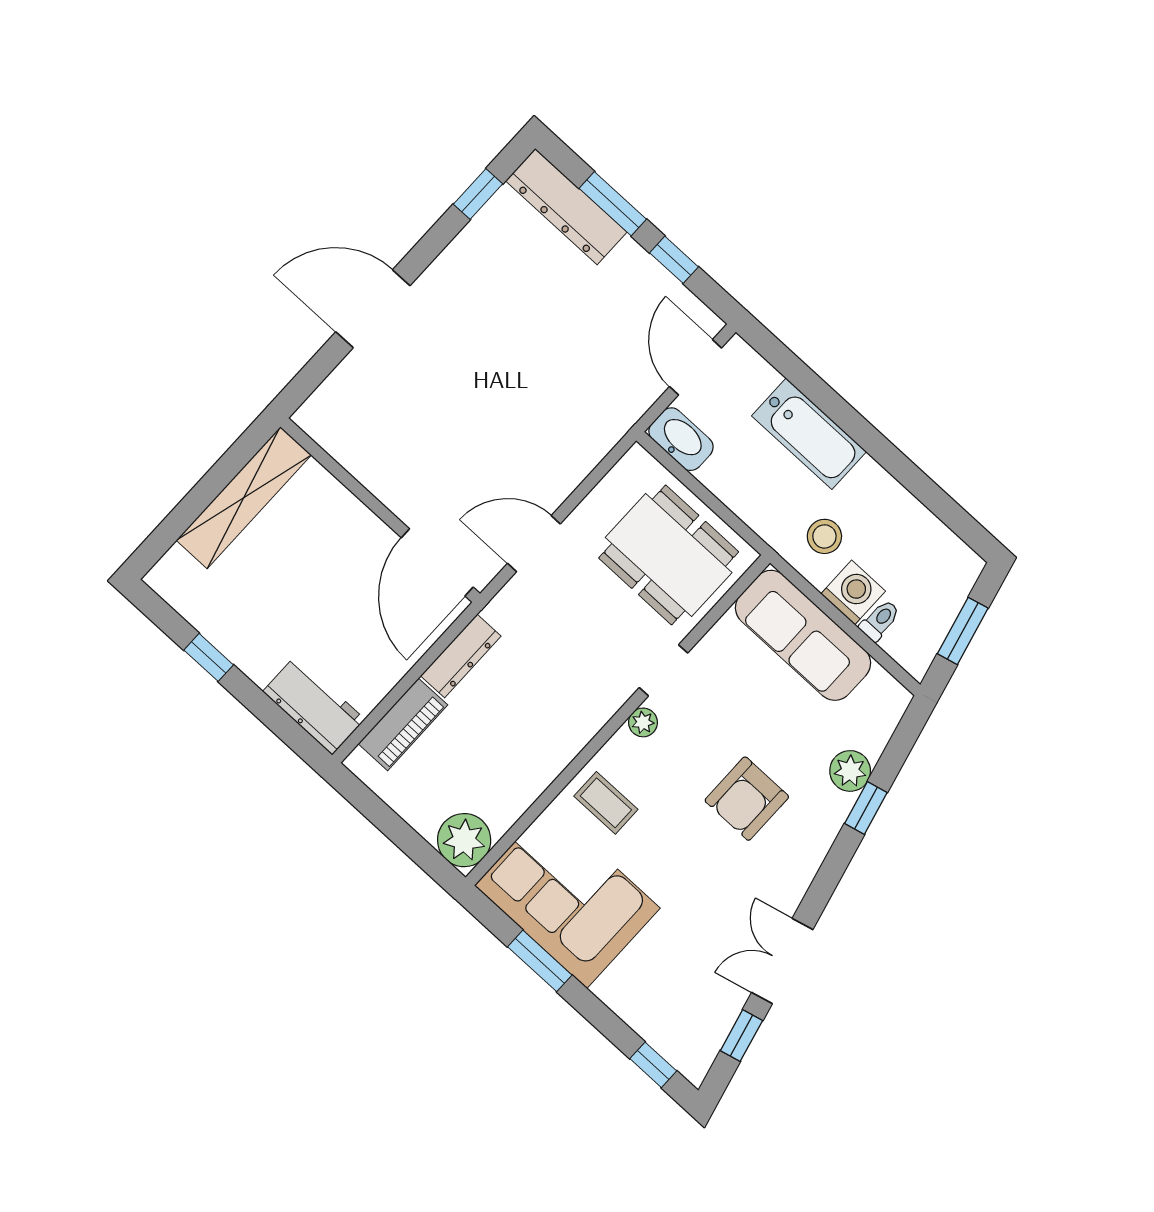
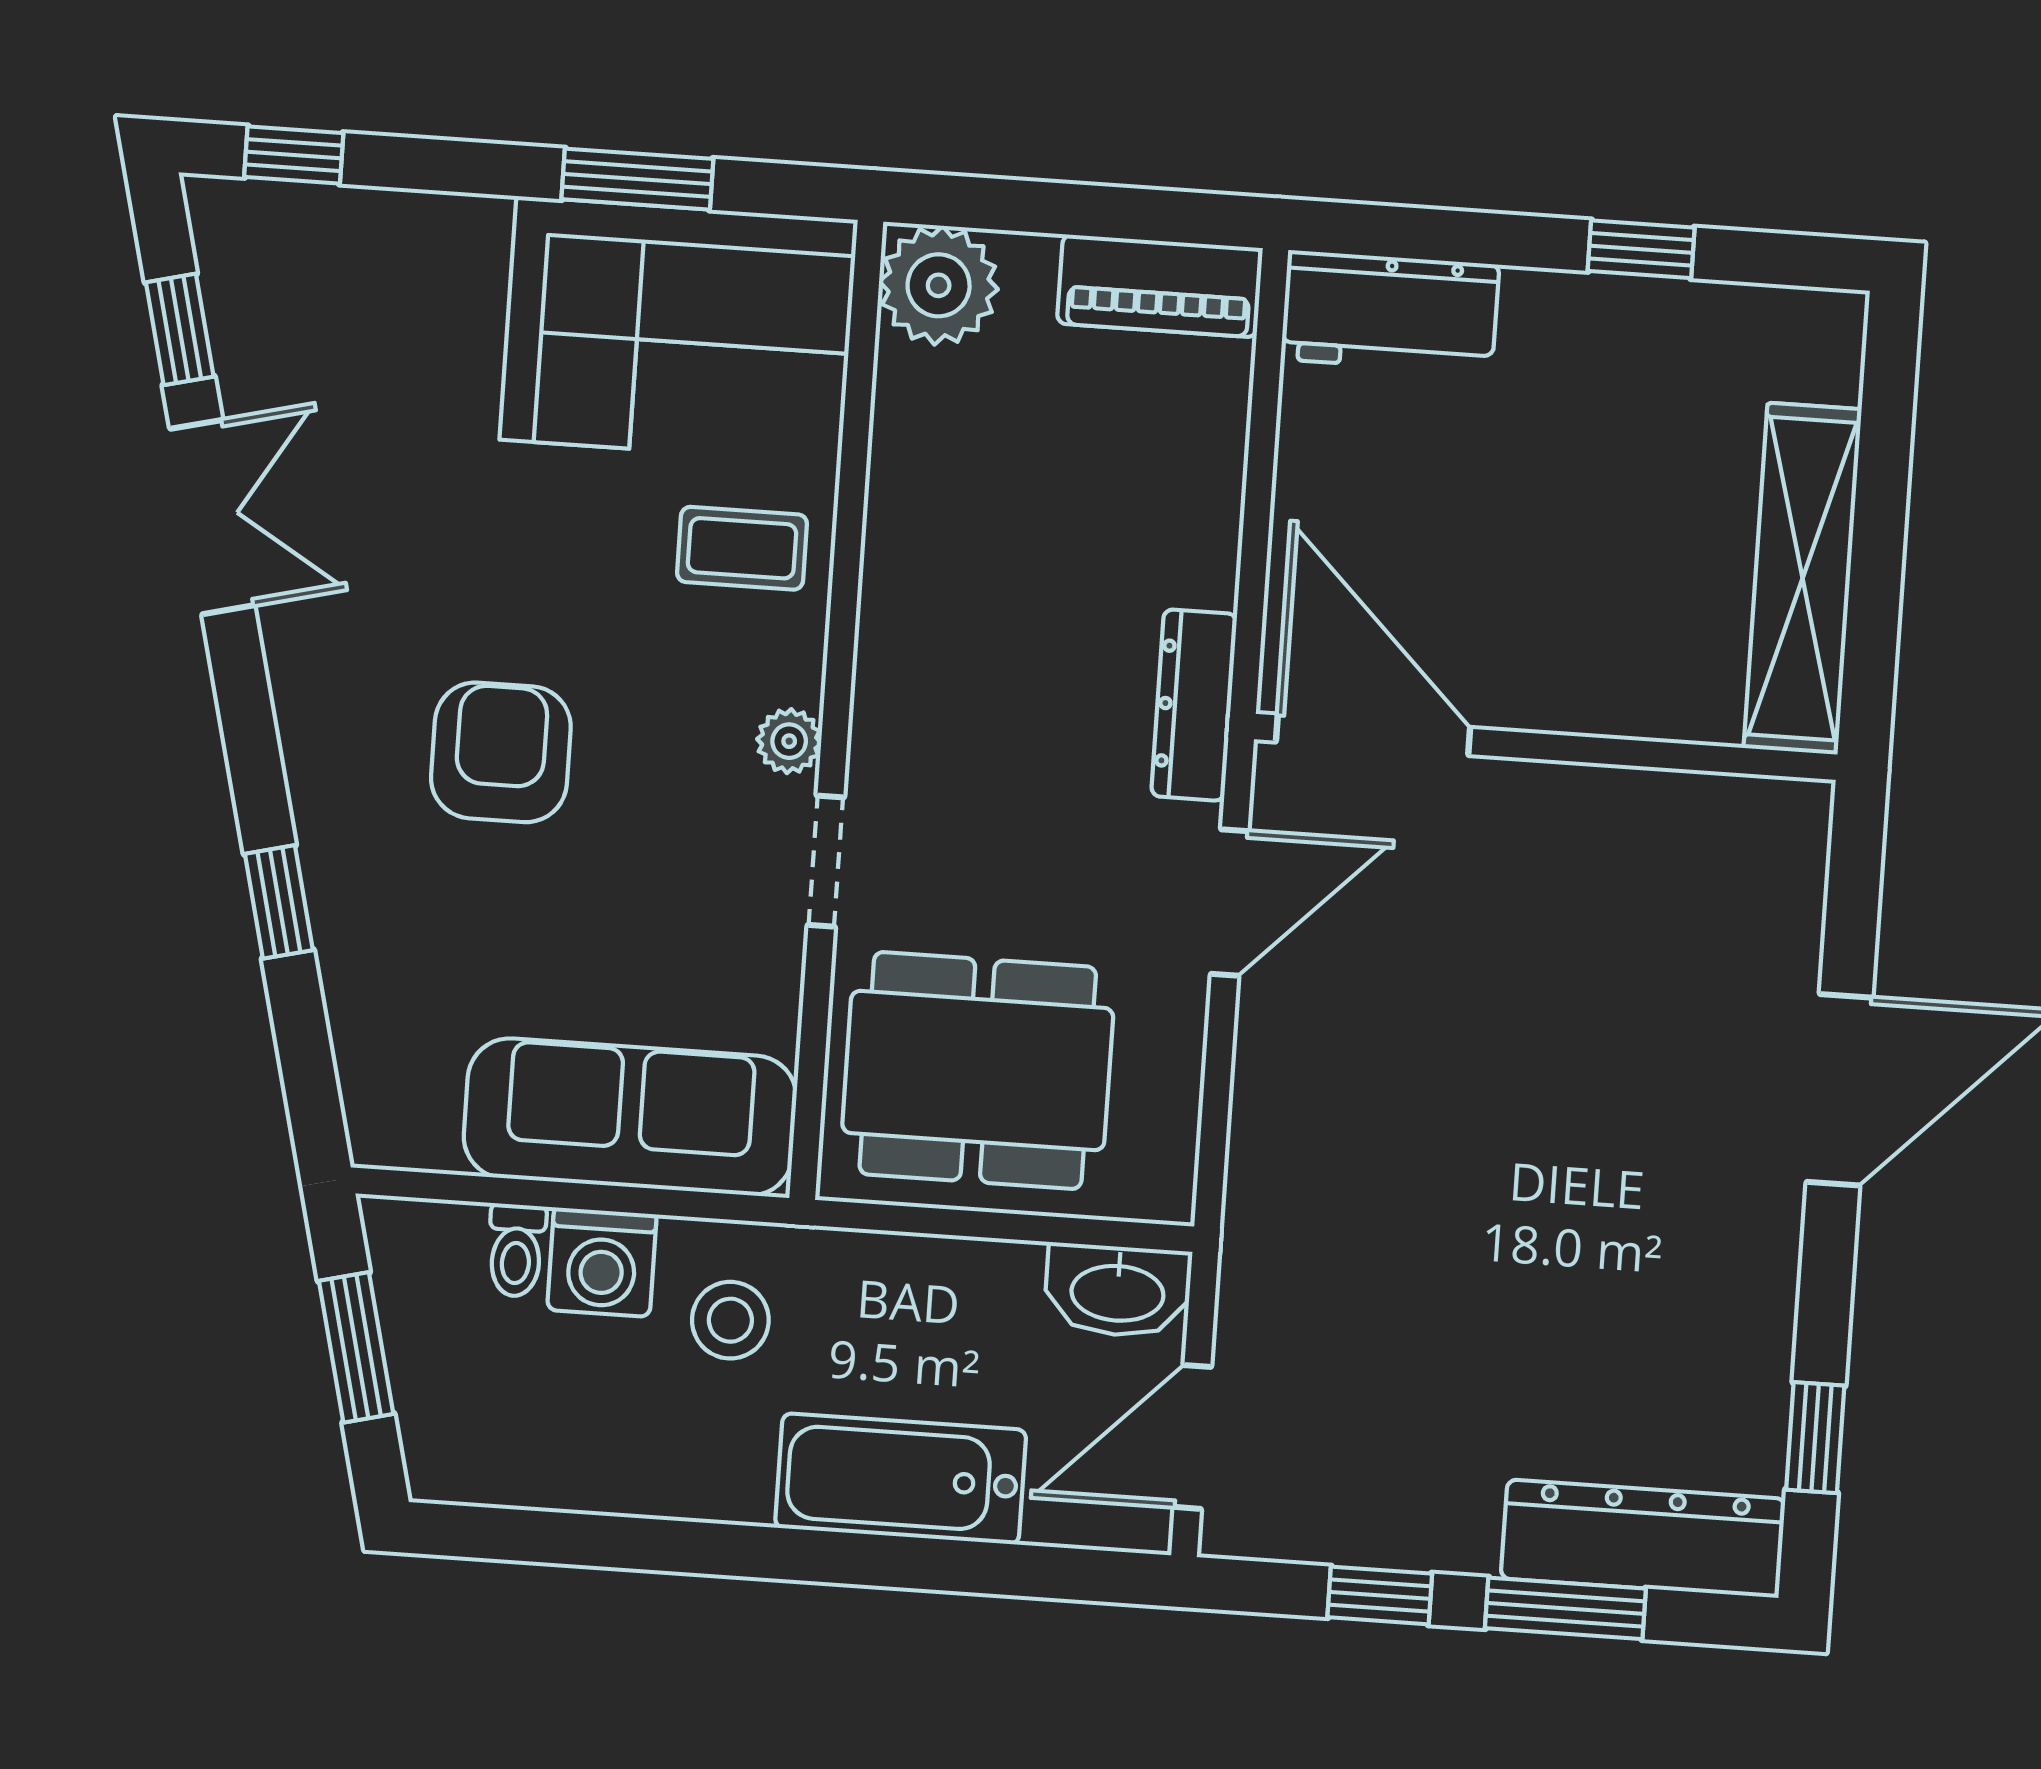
door: (695, 367) -> (1192, 1437), swing flipped
dresser: (461, 656) -> (1194, 705), moved
piano: (403, 724) -> (1160, 286), moved, turned -90
plant: (850, 771) -> (358, 945), removed

